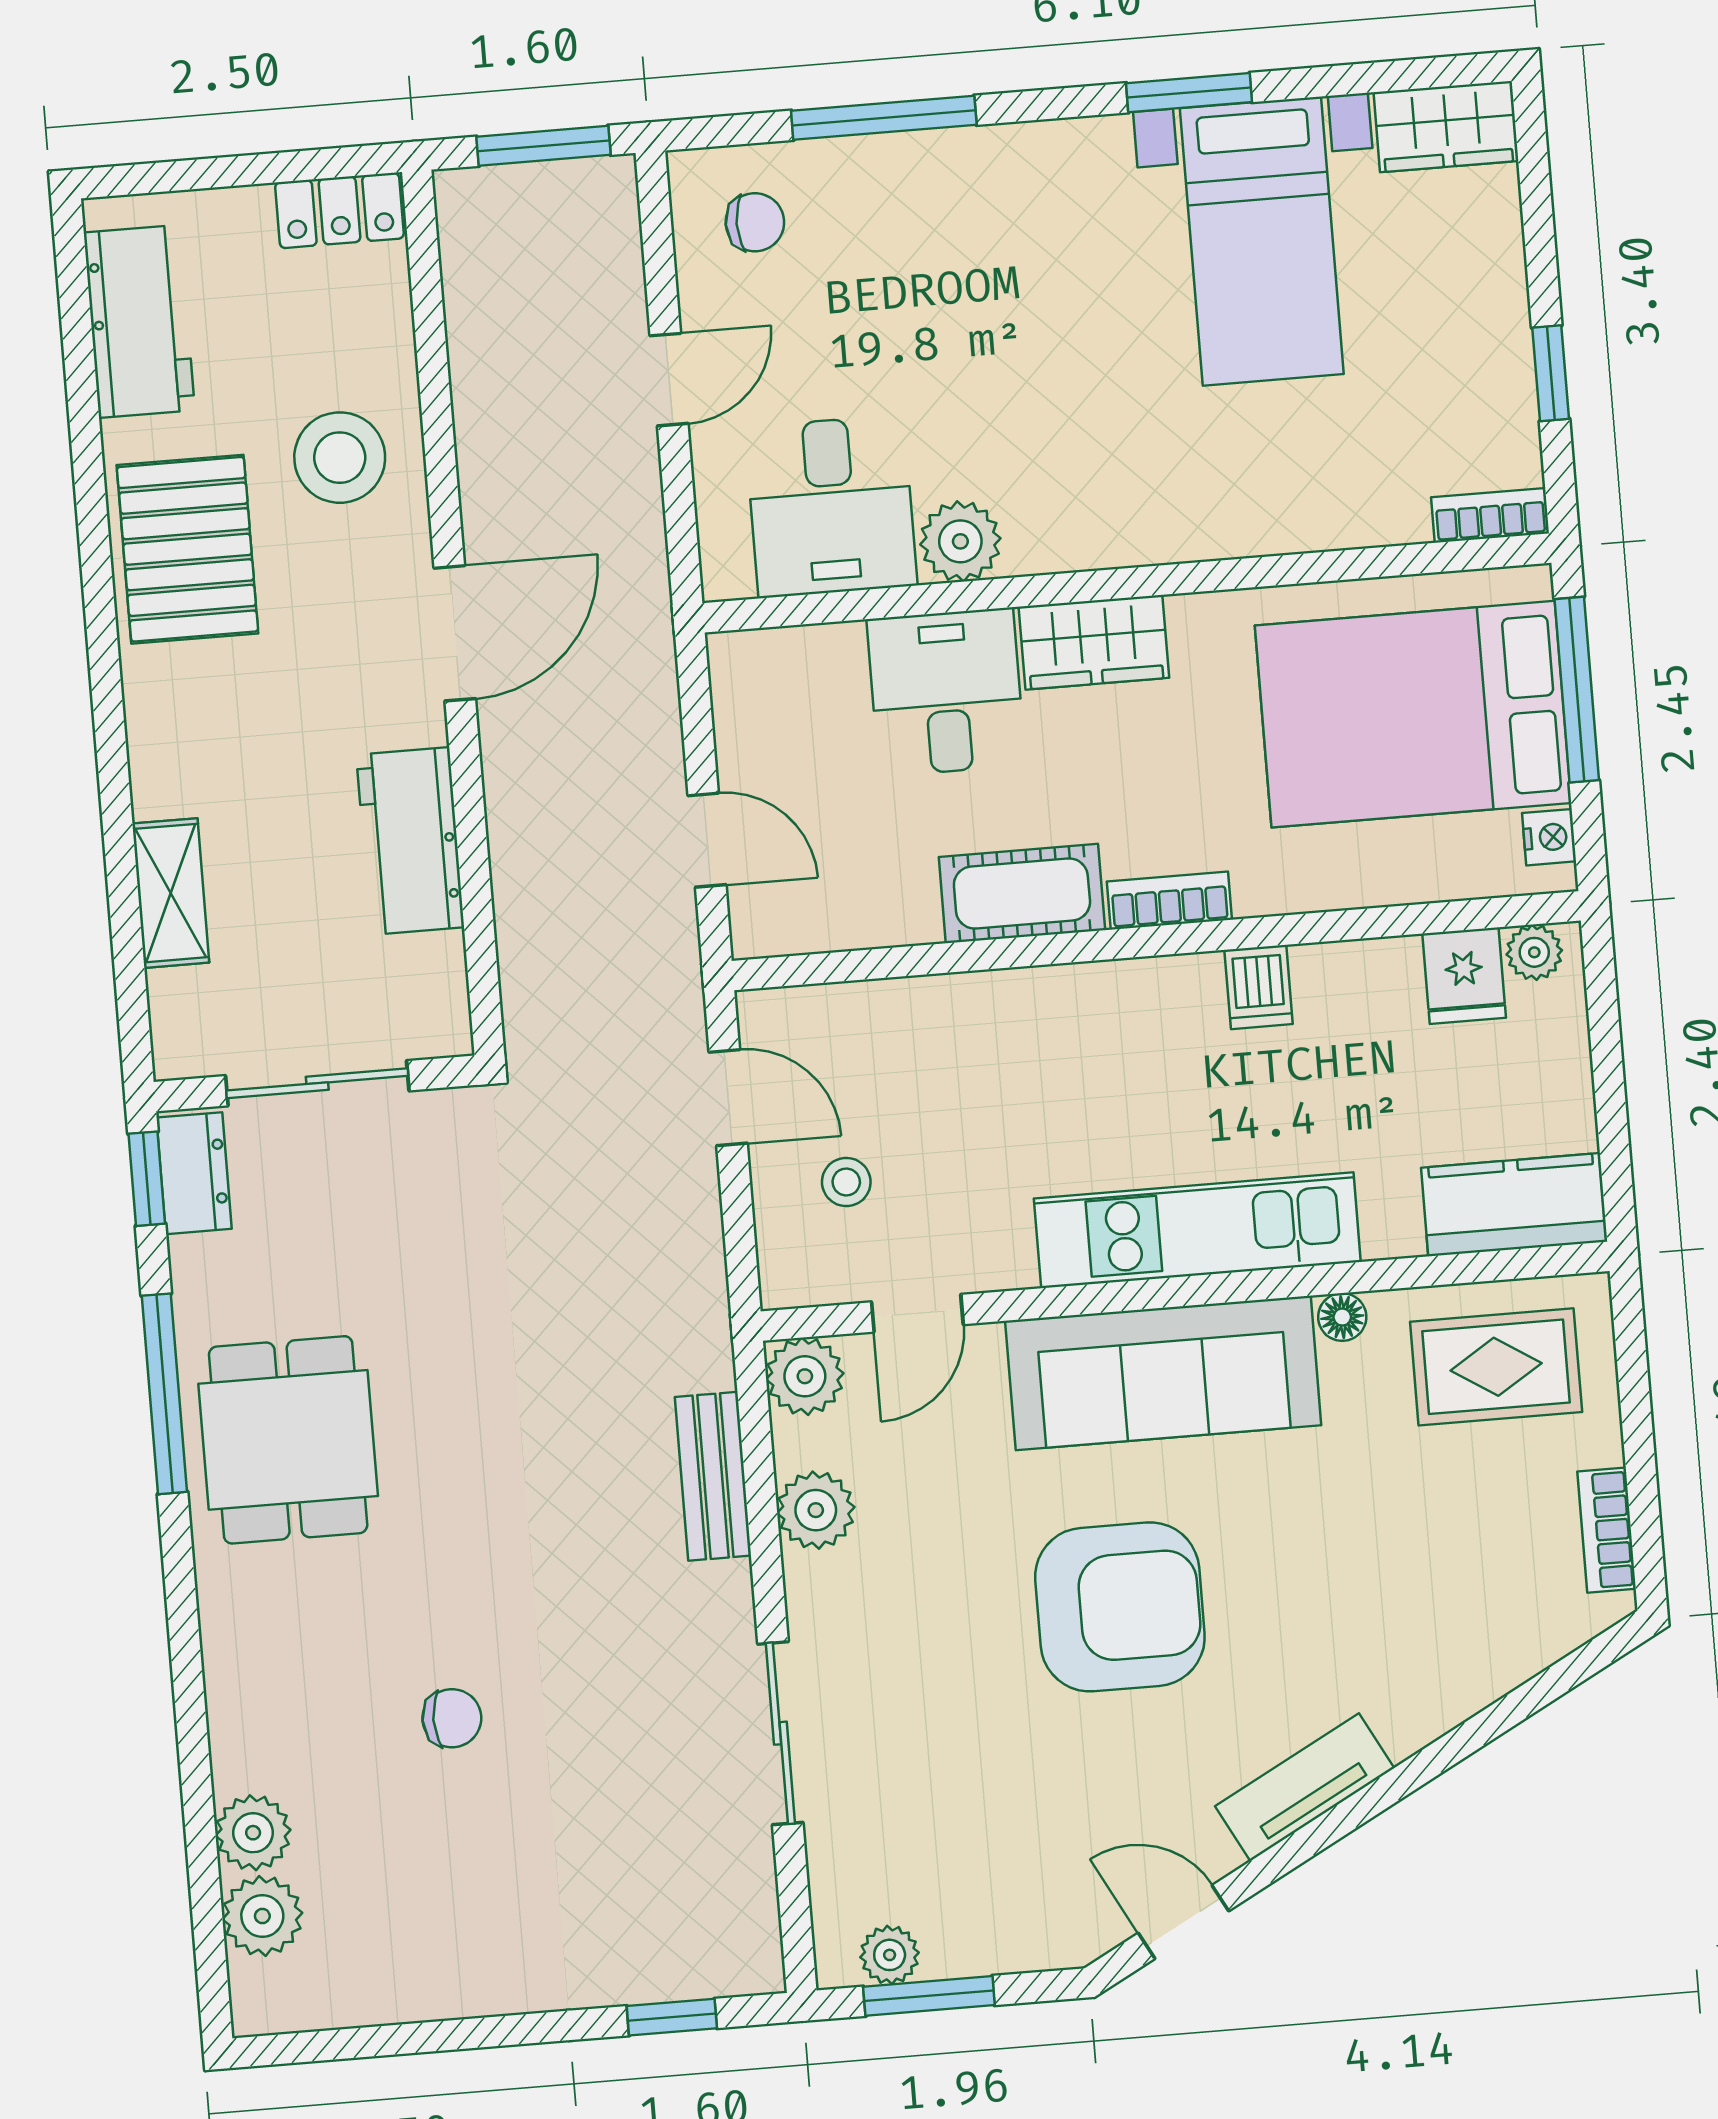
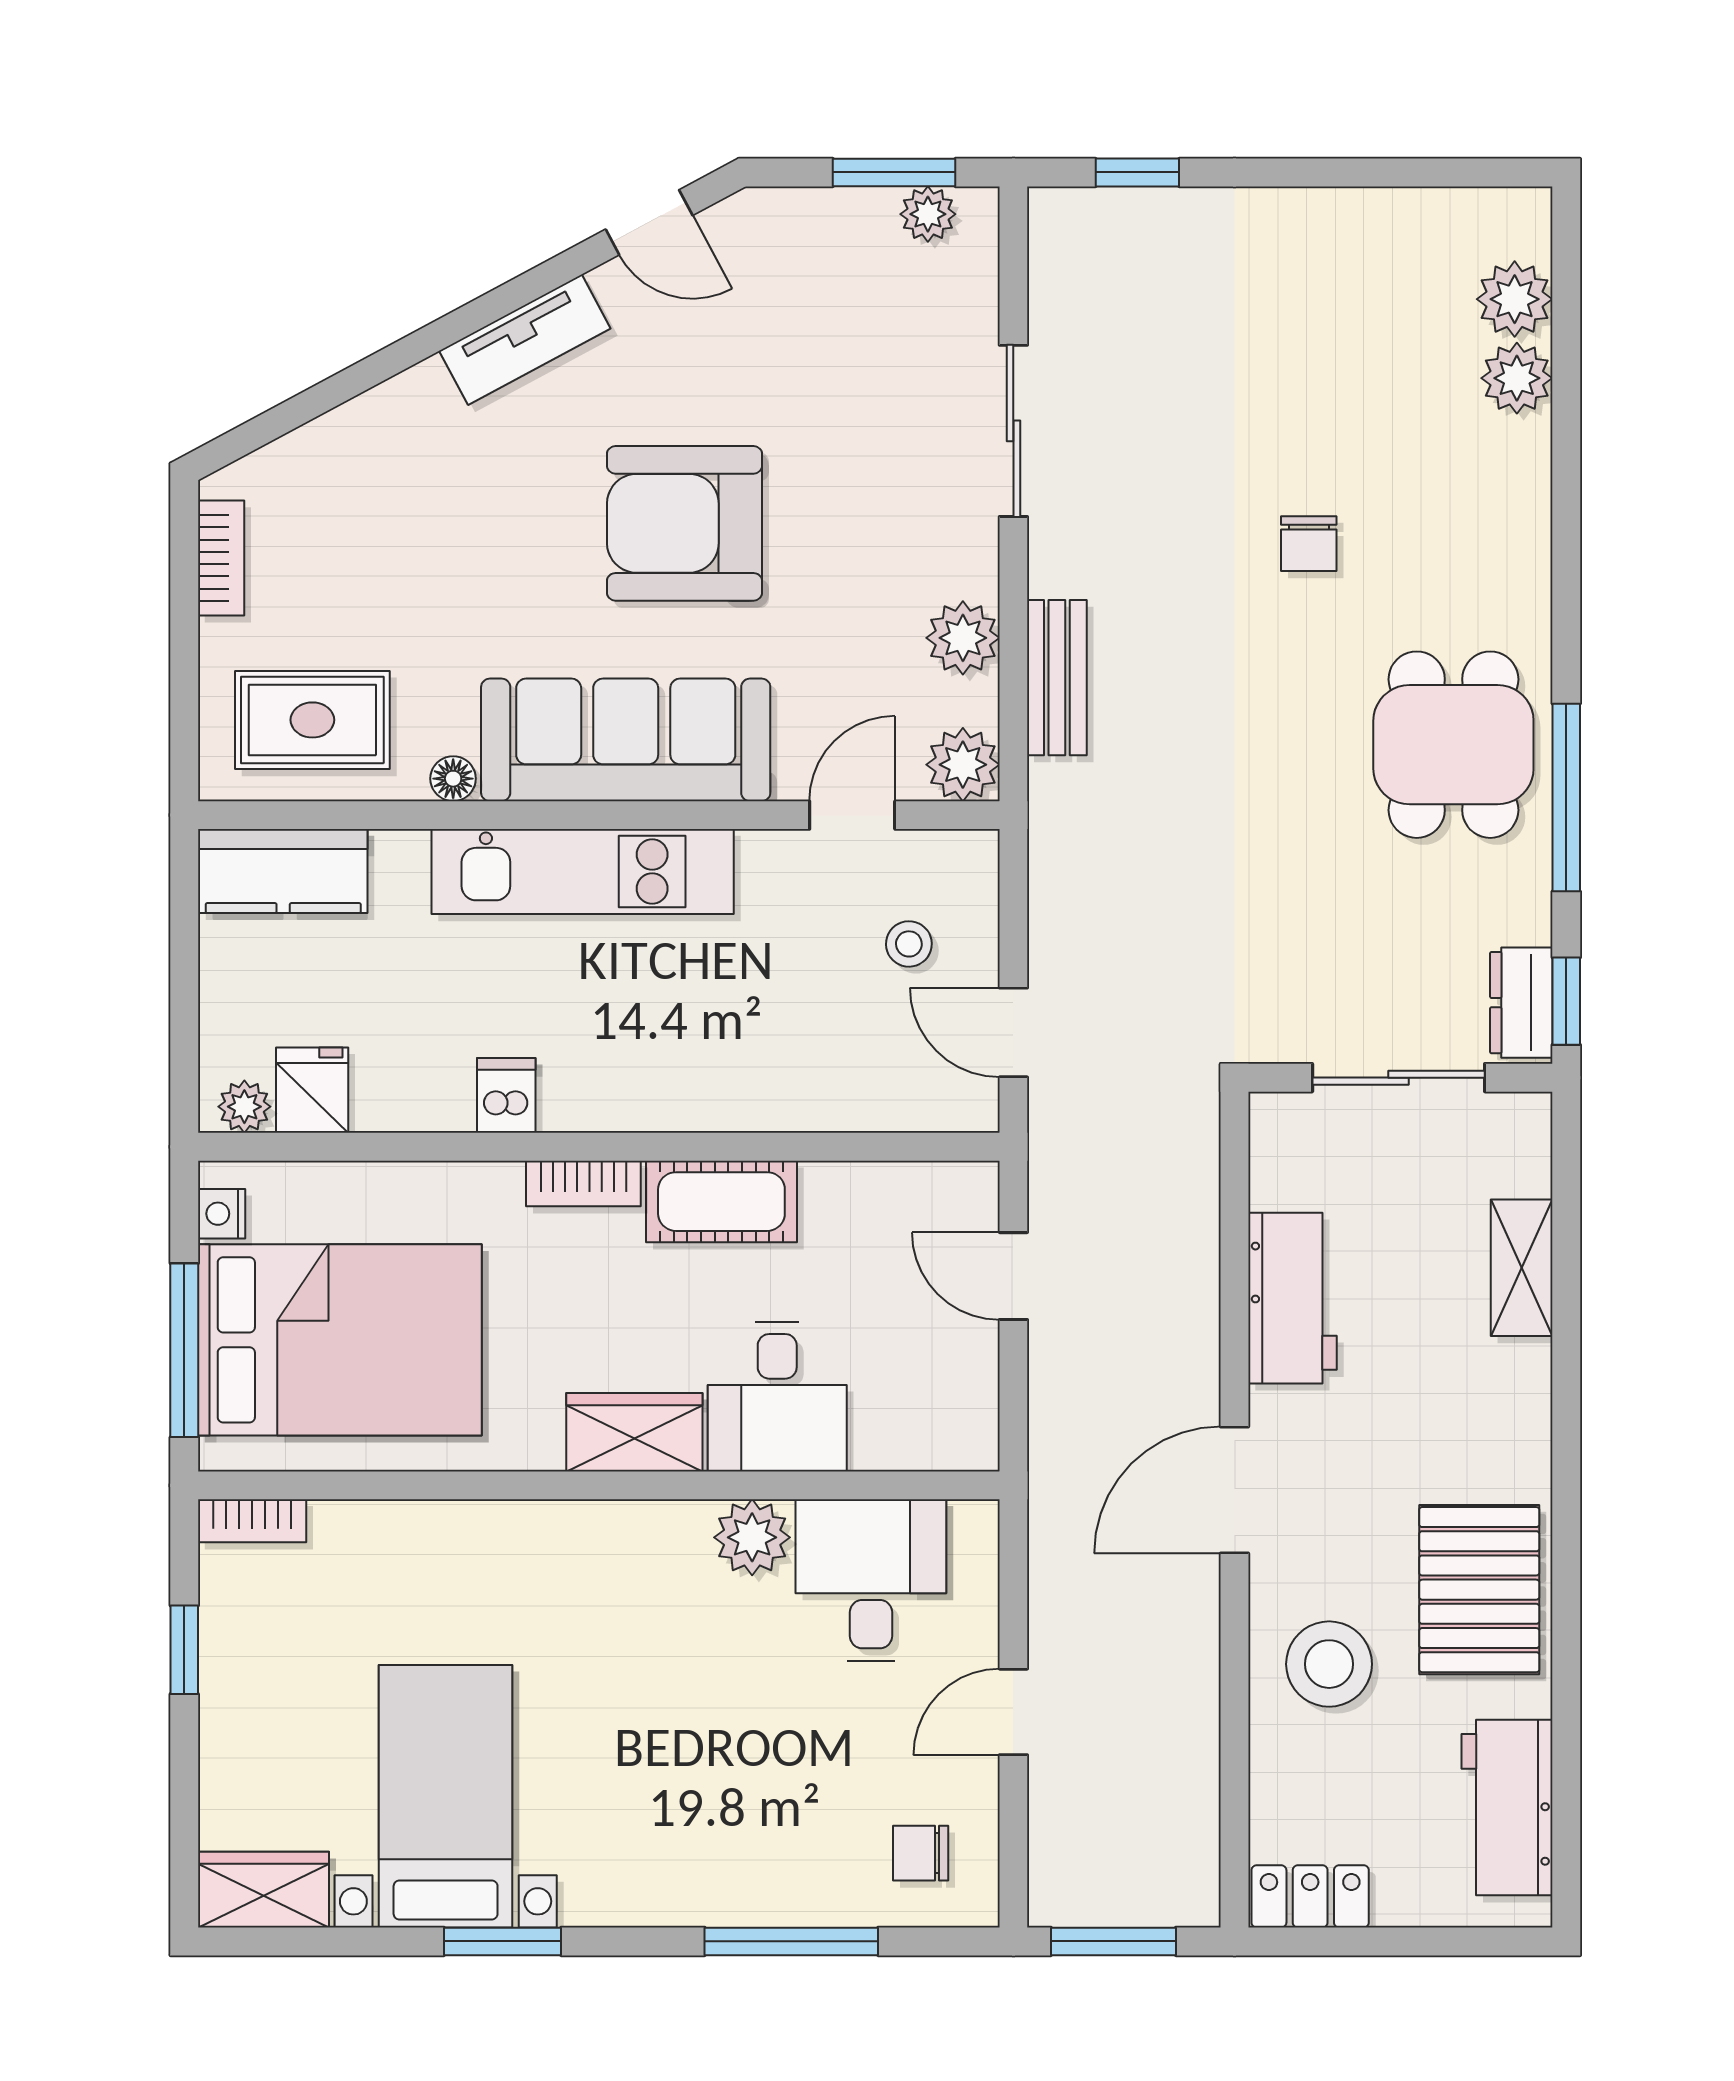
chair: (452, 1718) -> (1309, 544), moved, turned -90

